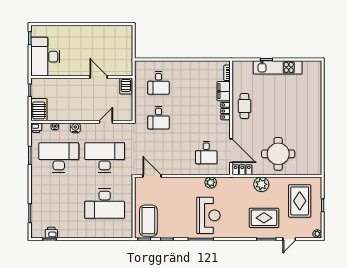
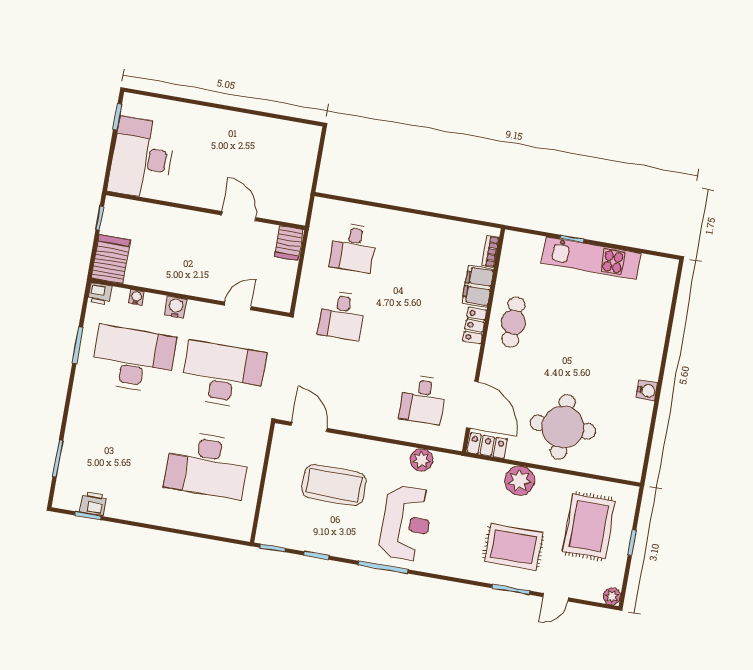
water cooler: (317, 128) -> (647, 390), added
coffee table: (148, 221) -> (334, 485), moved, turned 90

